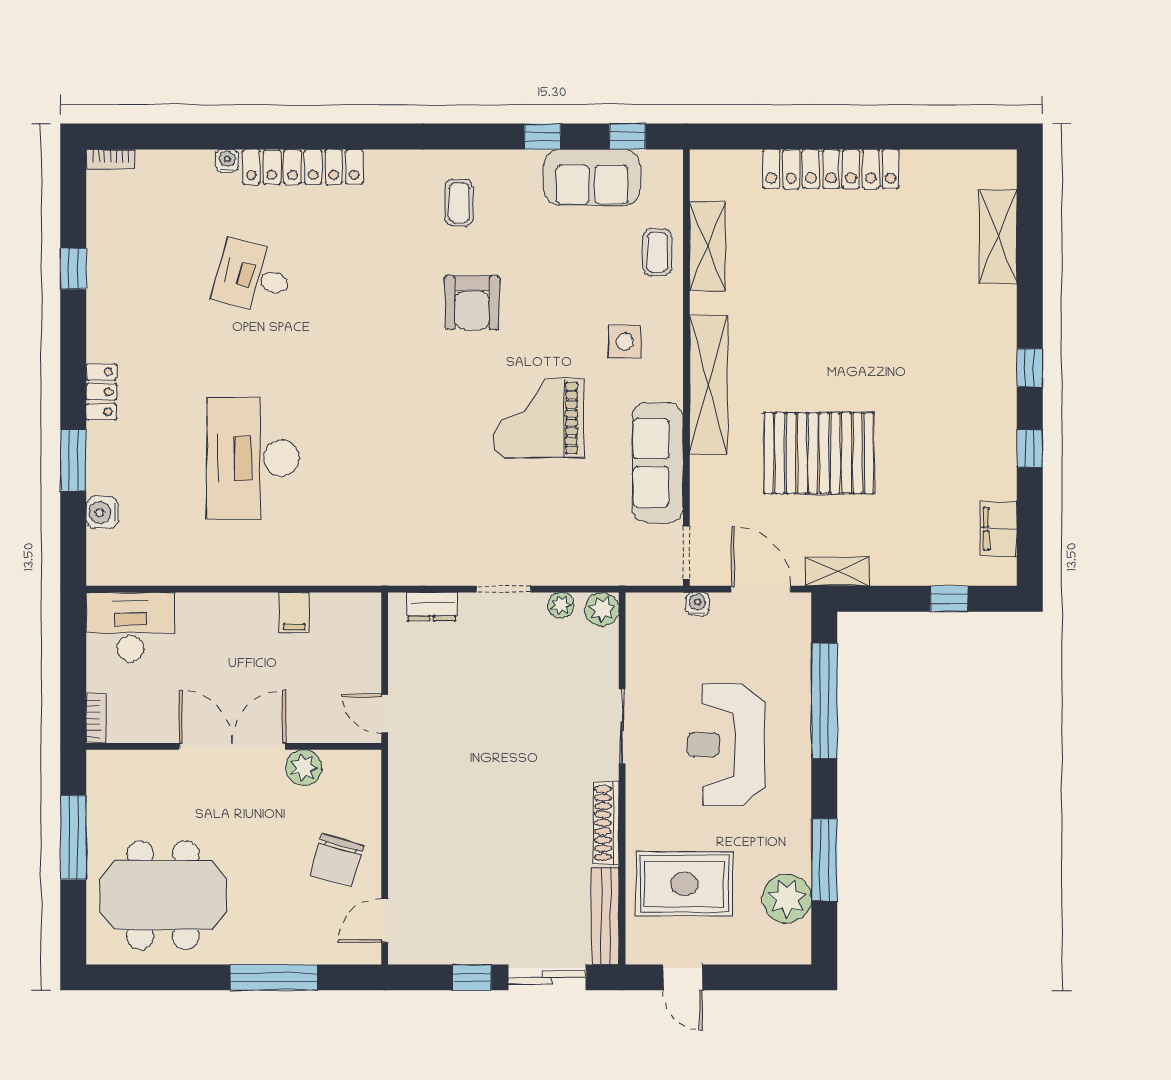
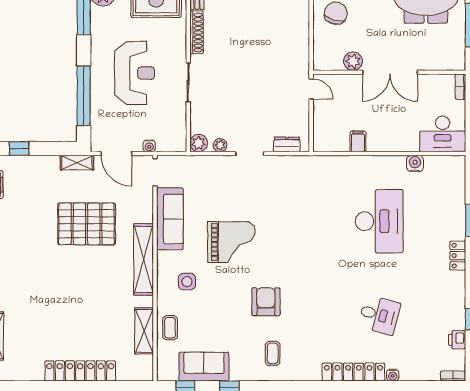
printer: (103, 229) -> (457, 340), added
water cooler: (102, 513) -> (415, 164), moved, turned -90

